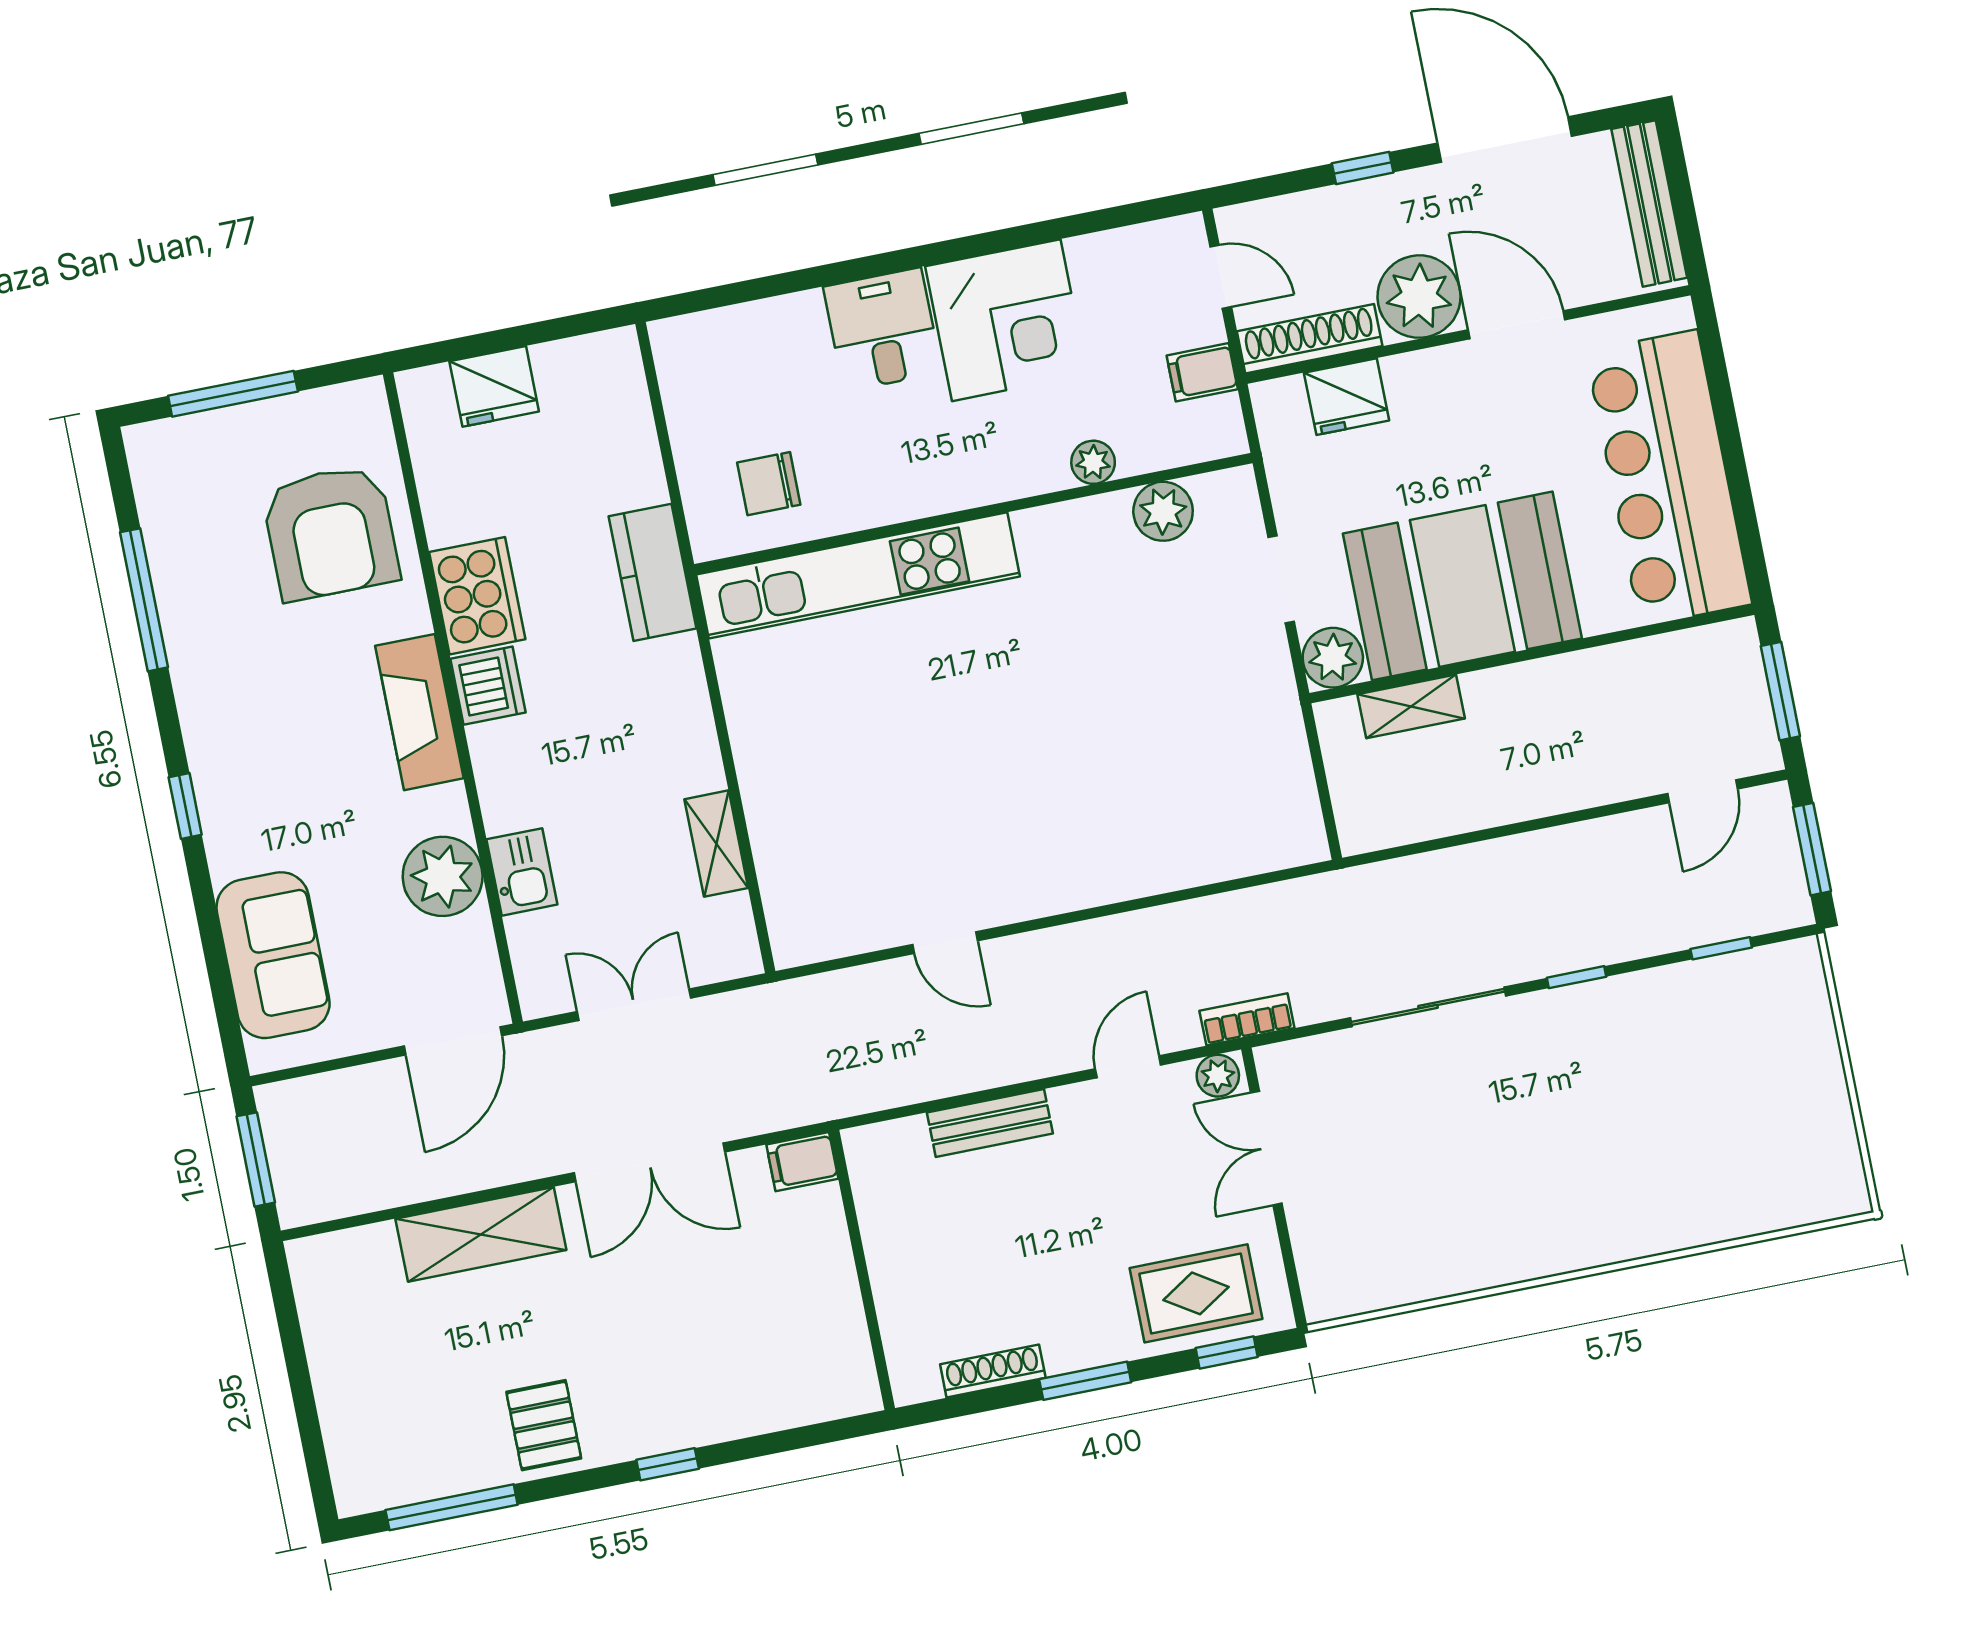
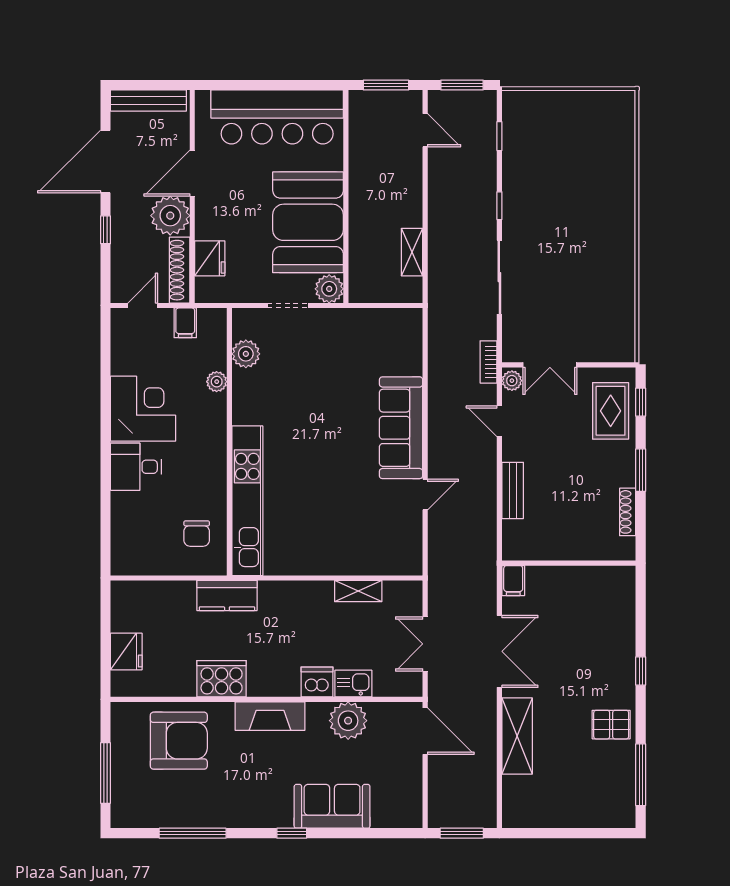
dishwasher: (488, 686) -> (317, 682), moved
shelving: (1411, 706) -> (412, 252), moved
sofa: (1074, 865) -> (401, 428), added
sofa: (273, 955) -> (332, 806), moved

